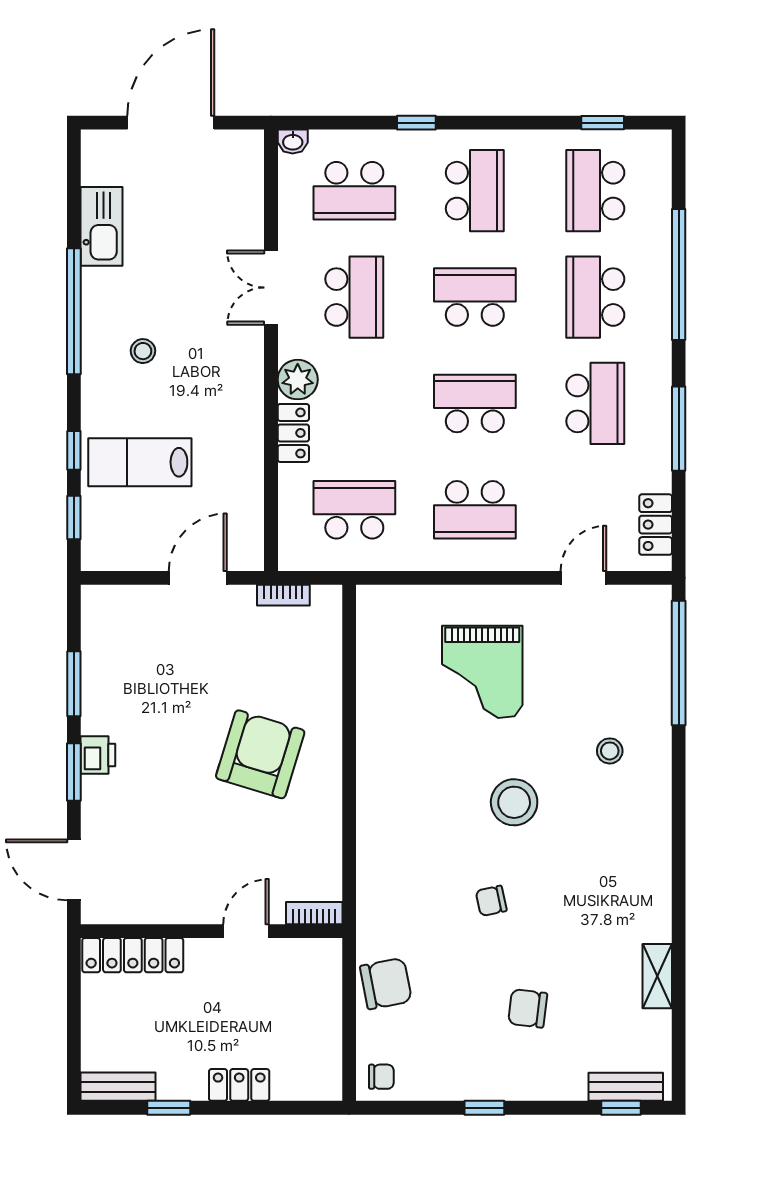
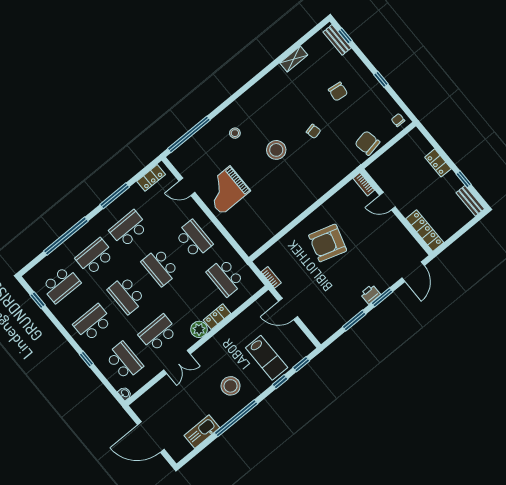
school desk: (595, 297) -> (95, 257), turned 180
stool: (143, 351) -> (231, 386), width x1.89, depth x1.89
grand piano: (482, 672) -> (226, 190), moved, turned 180

